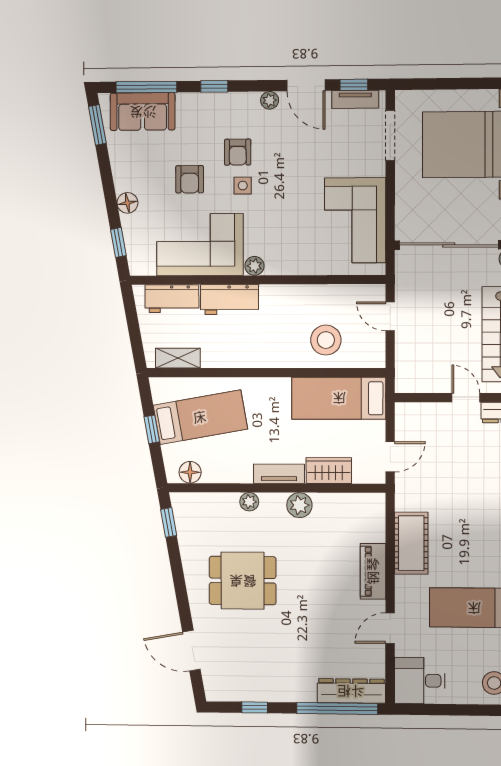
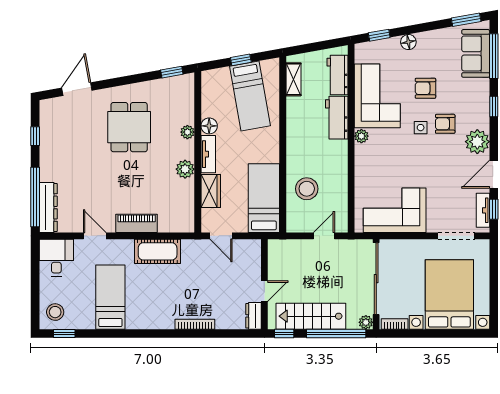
plant: (270, 100) -> (477, 142), width x1.88, depth x1.88
floor lamp: (190, 472) -> (209, 126), moved

